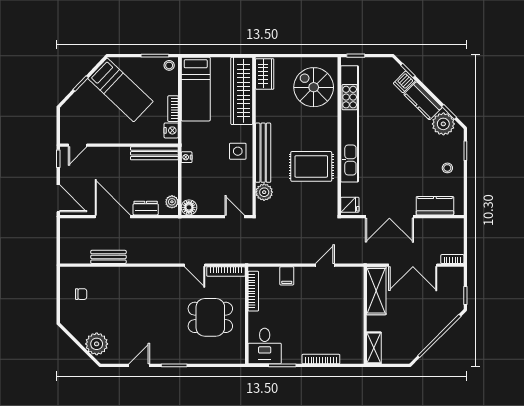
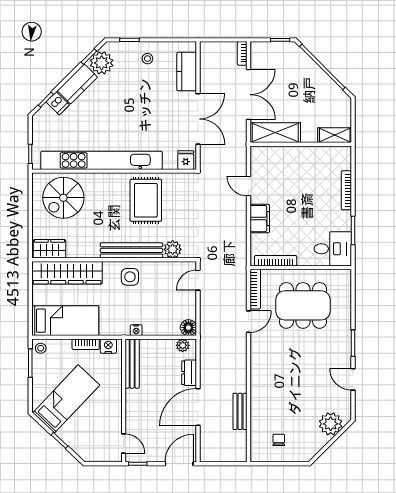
filing cabinet: (287, 276) -> (260, 219), width x2.00
dining table: (210, 317) -> (303, 305), width x1.38

